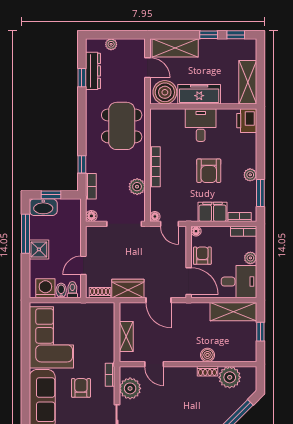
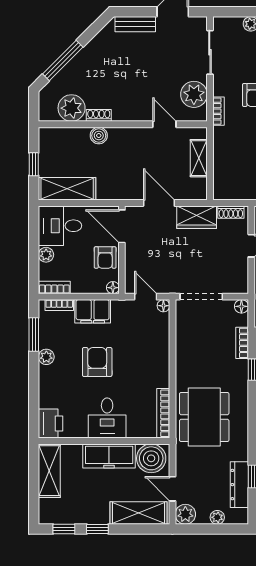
bookcase: (155, 167) -> (163, 413), moved
plant: (137, 187) -> (185, 514), moved

